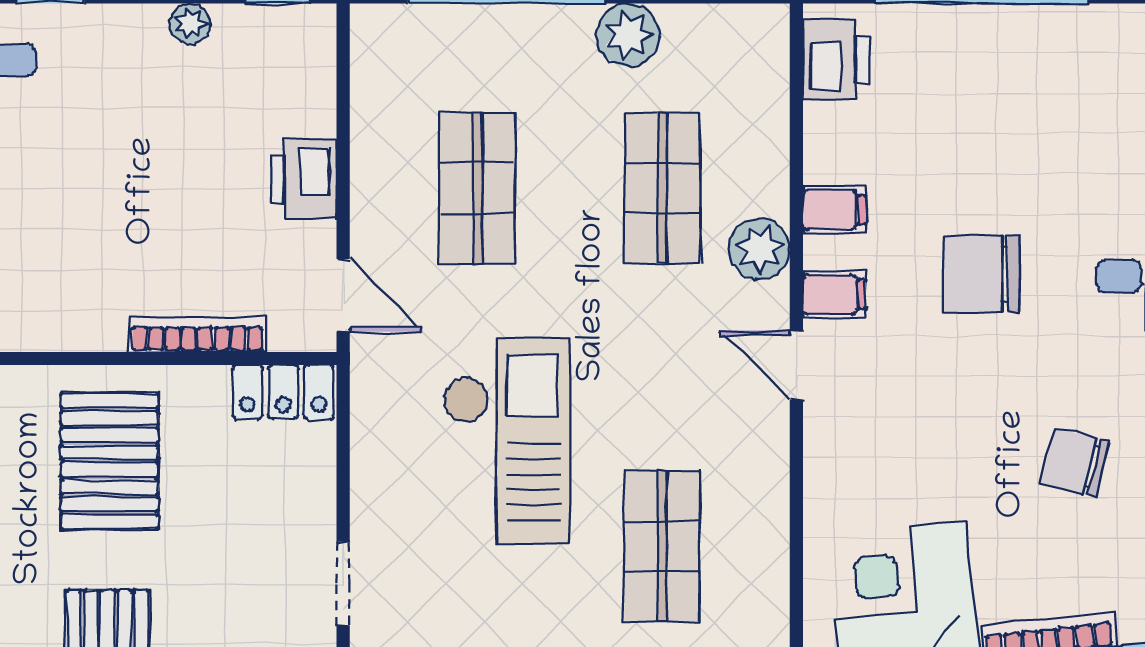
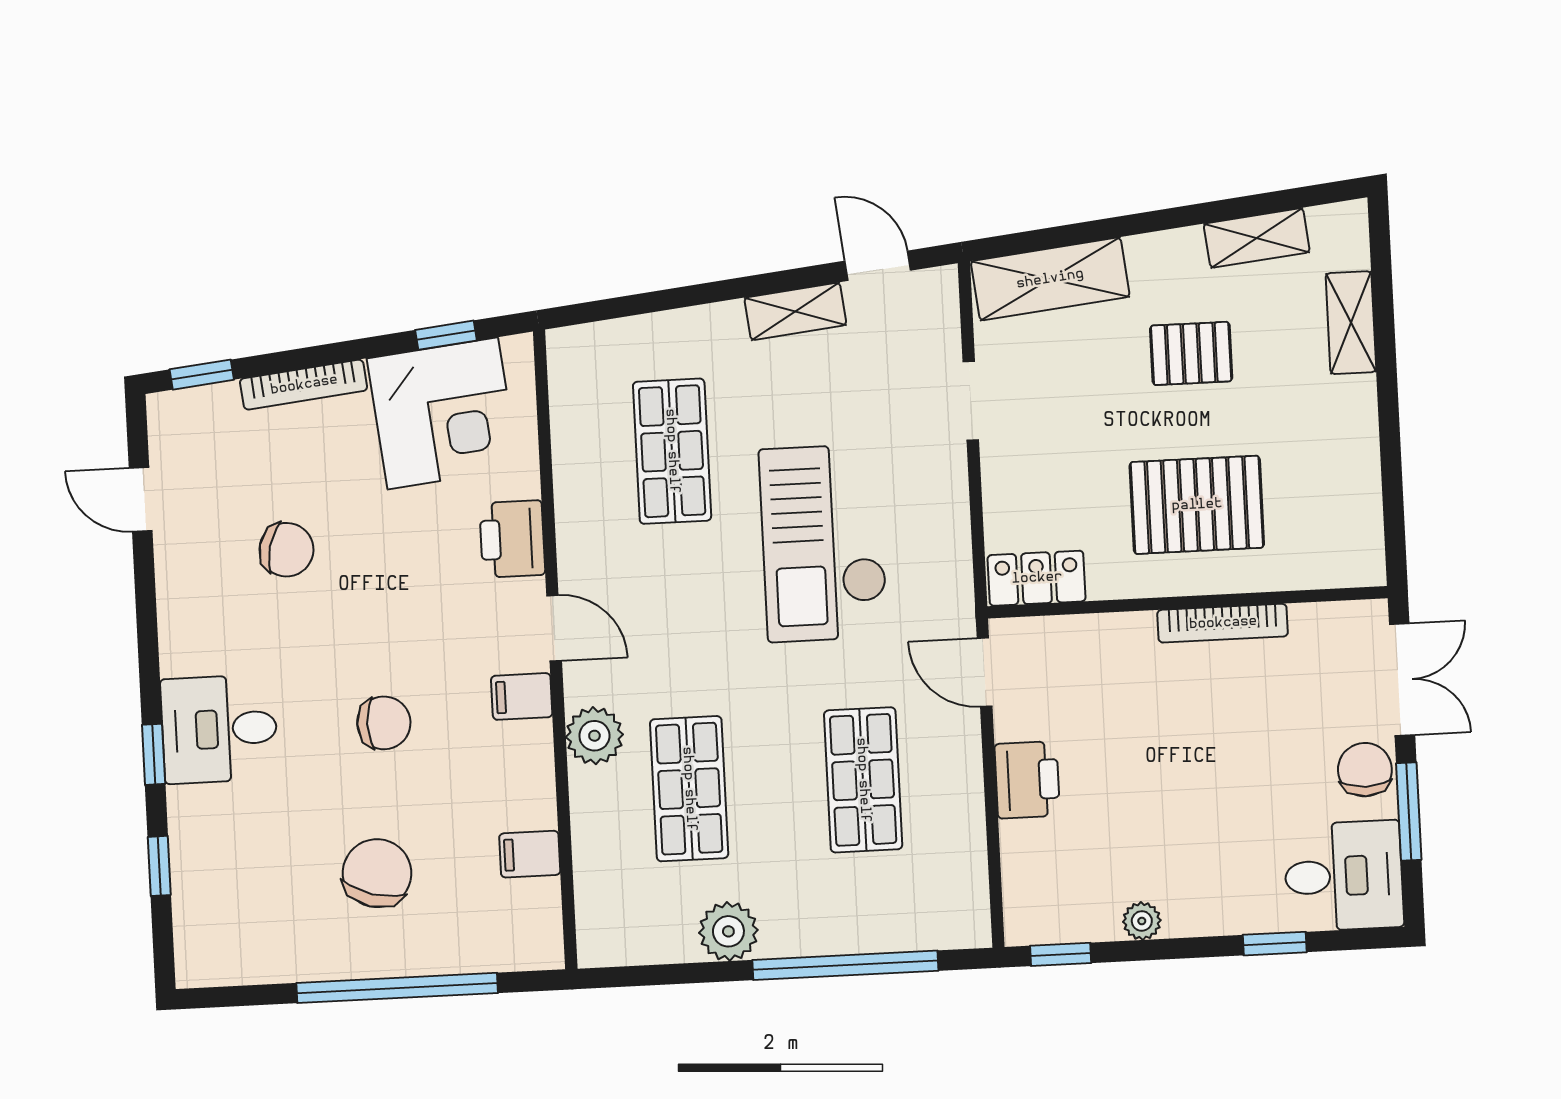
printer: (836, 59) -> (512, 539), moved
chair: (997, 115) -> (377, 873), added
filing cabinet: (834, 210) -> (530, 854), moved
chair: (982, 274) -> (384, 723), width x0.73, depth x0.73
bookcase: (197, 334) -> (1223, 623), moved
pallet: (110, 461) -> (1197, 505), turned 90

